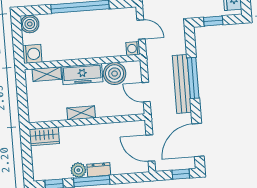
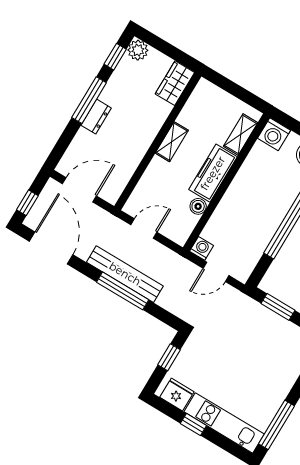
boiler: (115, 74) -> (198, 206), width x0.54, depth x0.54
plant: (78, 170) -> (138, 50), moved

